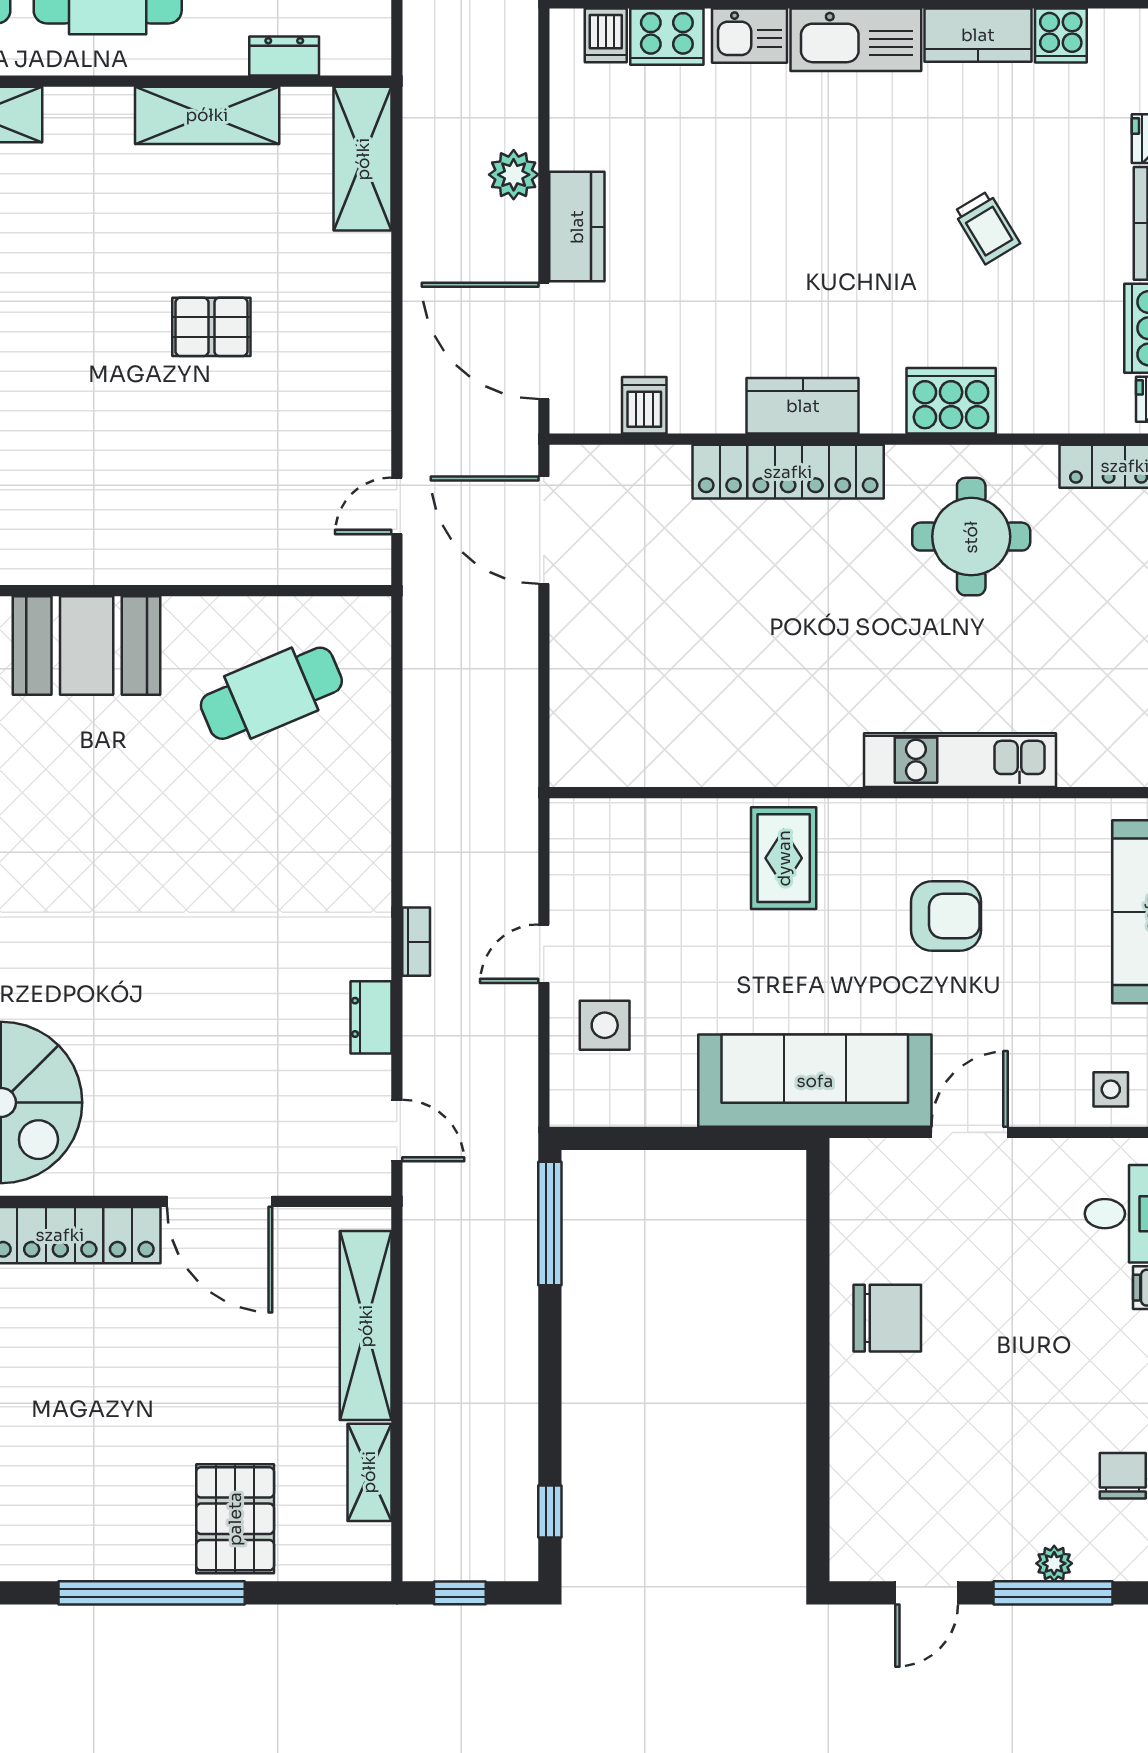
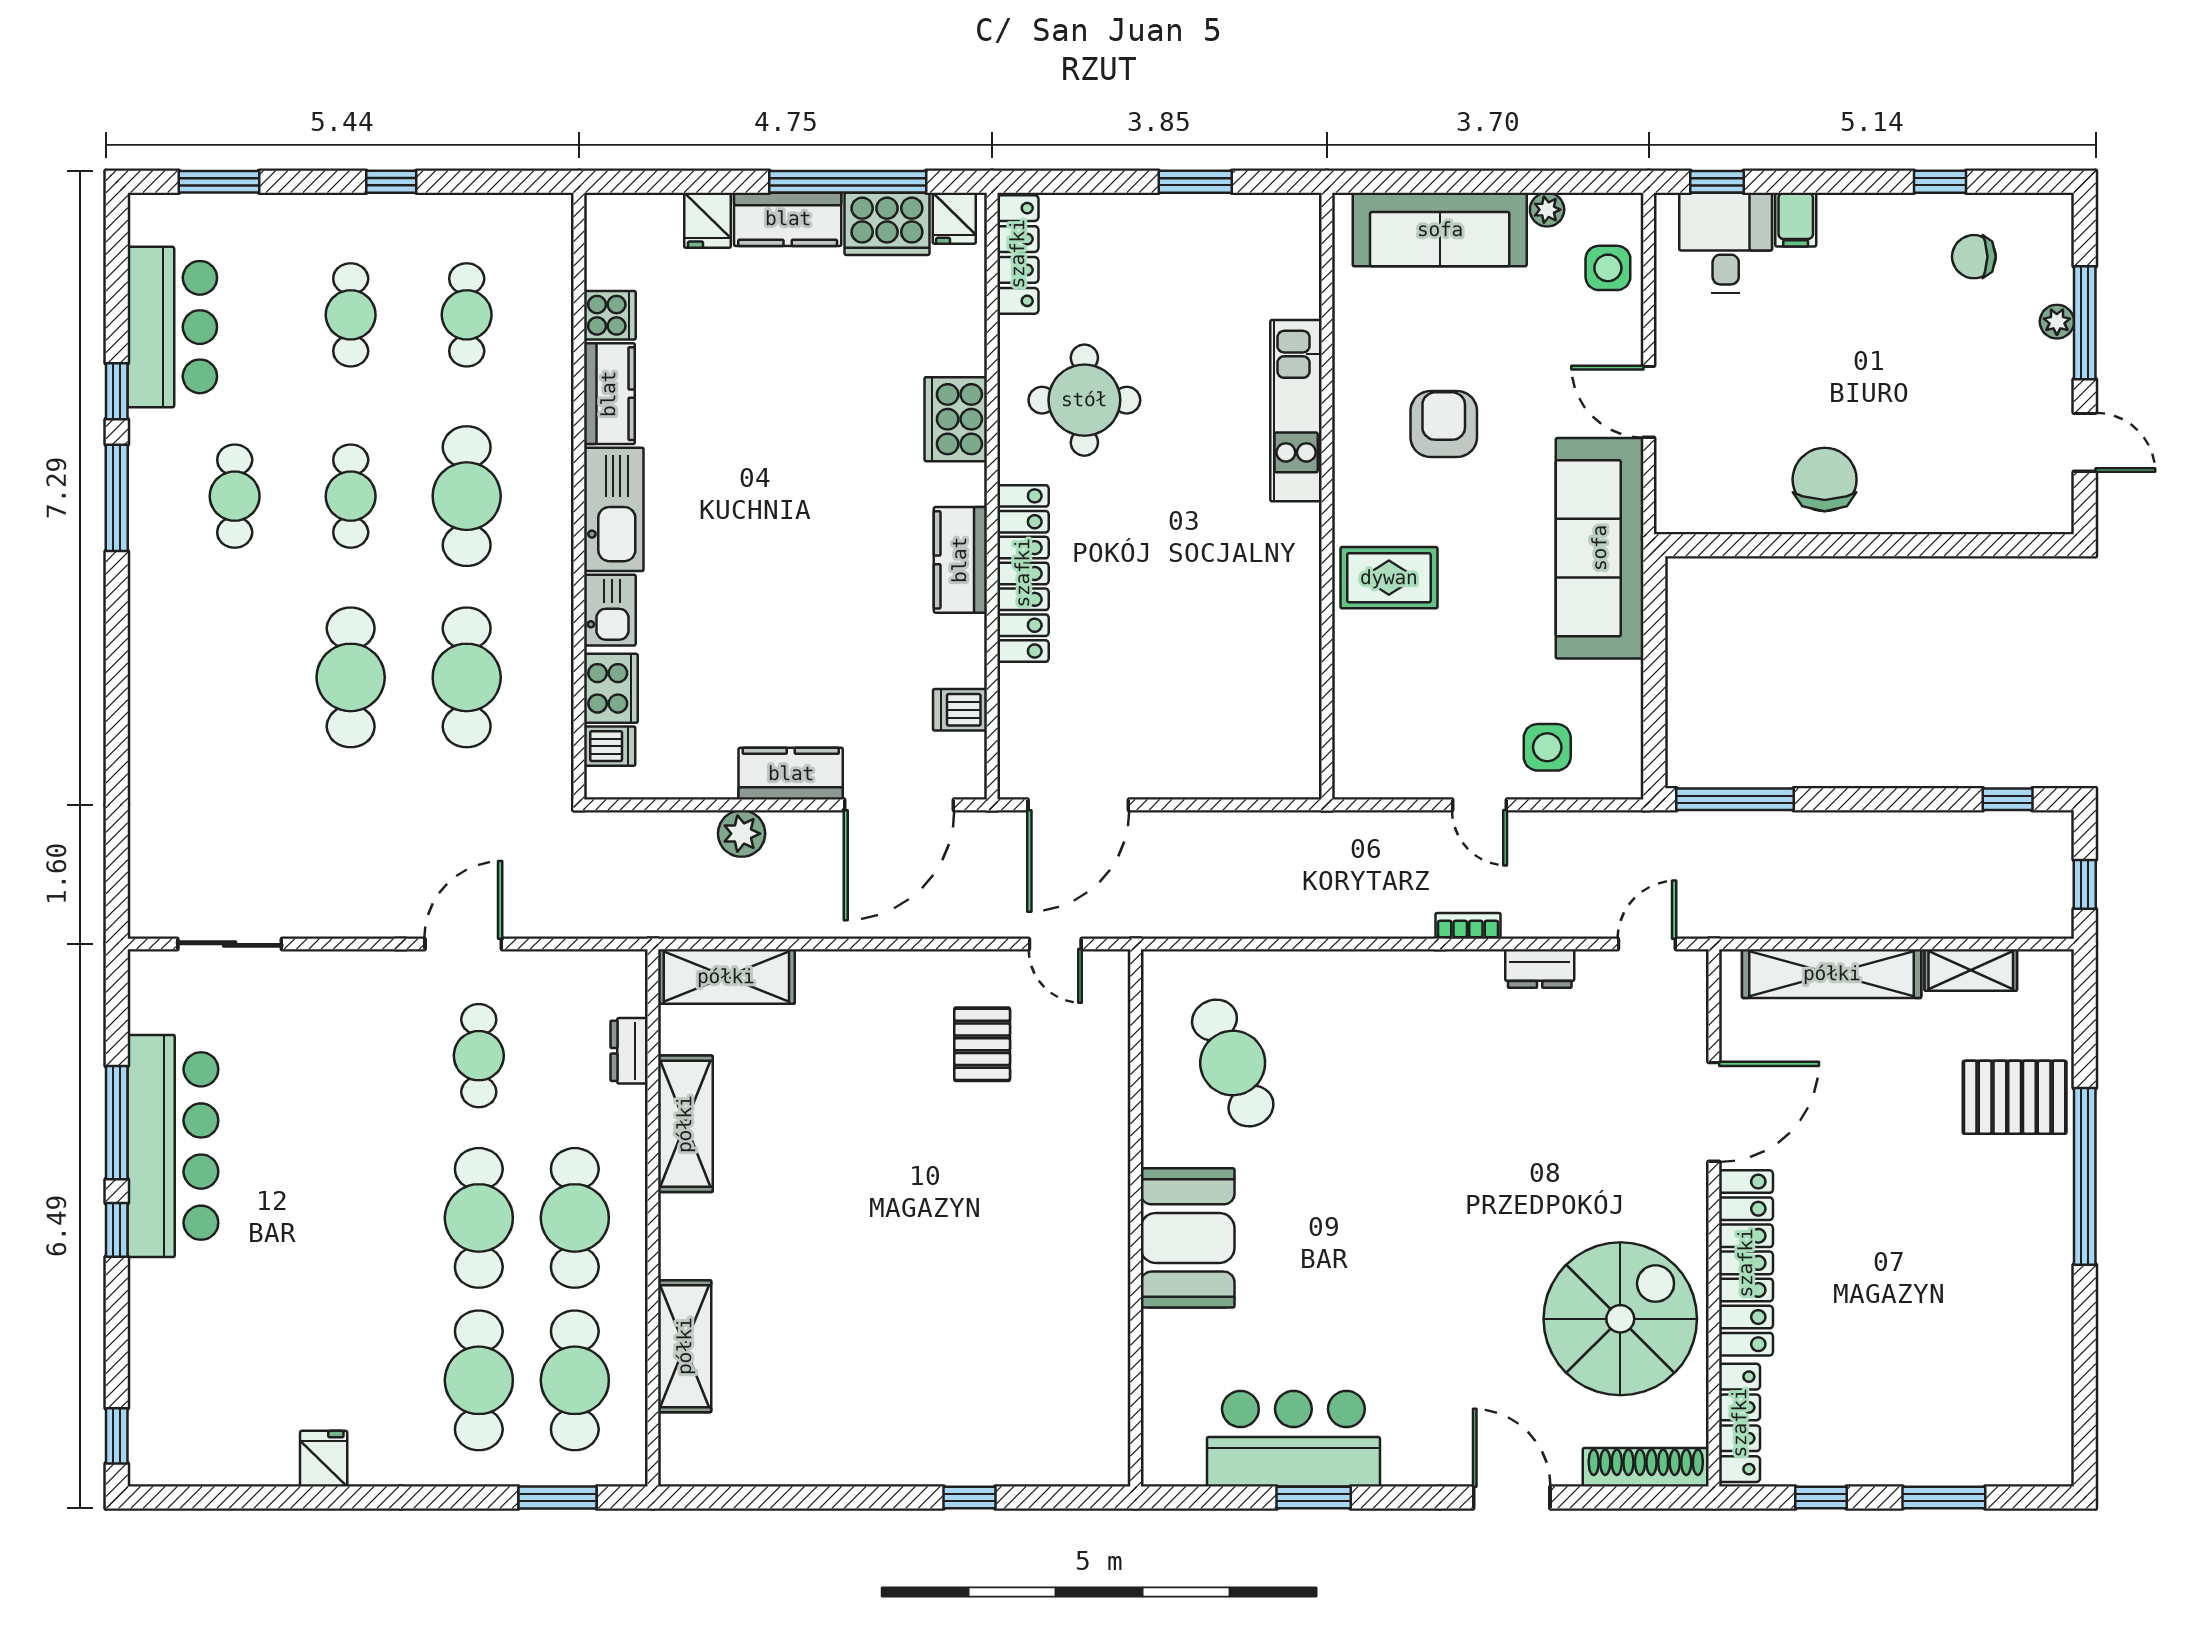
trolley: (987, 227) -> (792, 385), removed
pallet: (211, 327) -> (982, 1044), moved
side table: (1111, 1089) -> (1608, 268), width x1.37, depth x1.37

